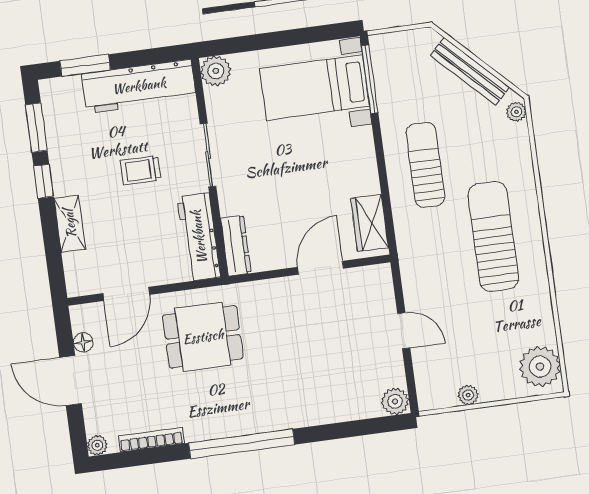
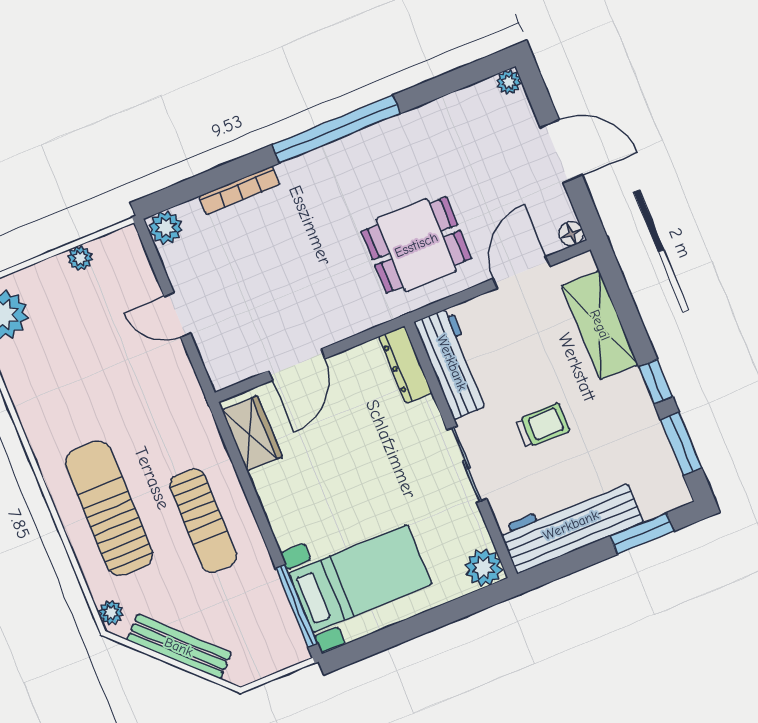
shelving: (70, 224) -> (600, 325), width x1.50, depth x1.33
sun lounger: (493, 236) -> (109, 508), moved, turned 180
floor lamp: (83, 342) -> (571, 234), moved
bookcase: (151, 440) -> (239, 190), moved

